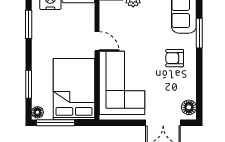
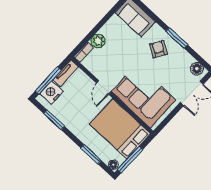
window: (199, 33) -> (177, 38), moved
door: (97, 41) -> (104, 87), swing flipped
armchair: (175, 58) -> (158, 49), turned 122

